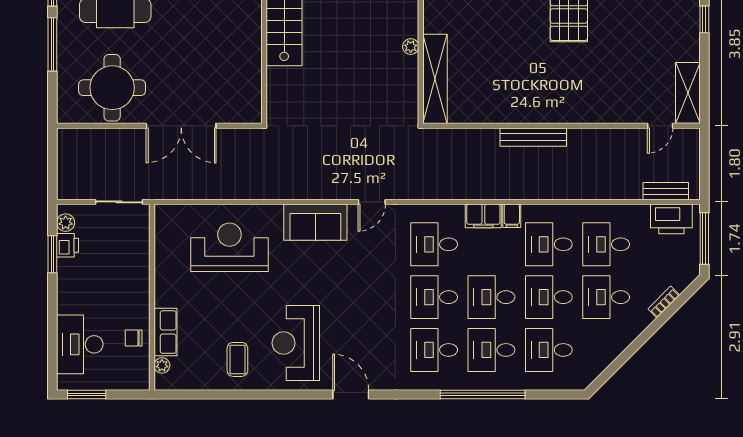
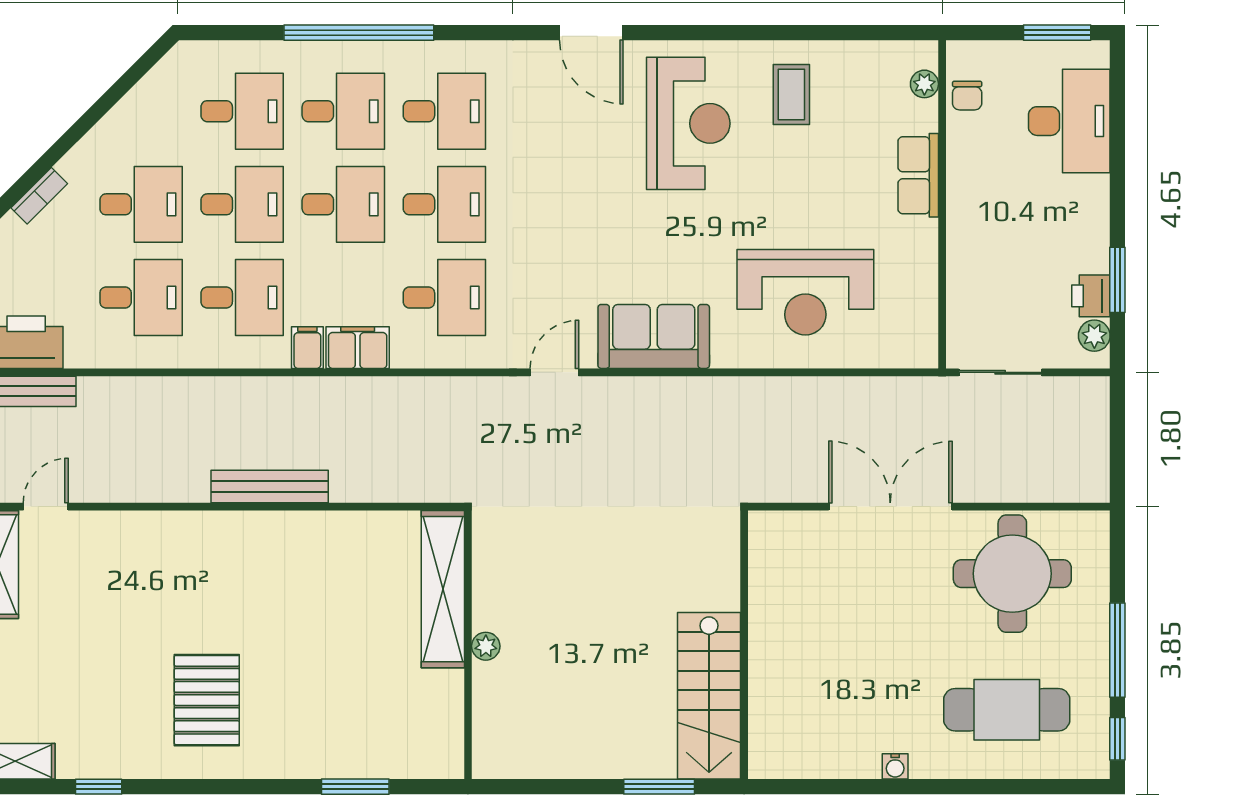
row of seats: (165, 332) -> (918, 175), moved
chair: (134, 338) -> (967, 96), moved, turned 90

